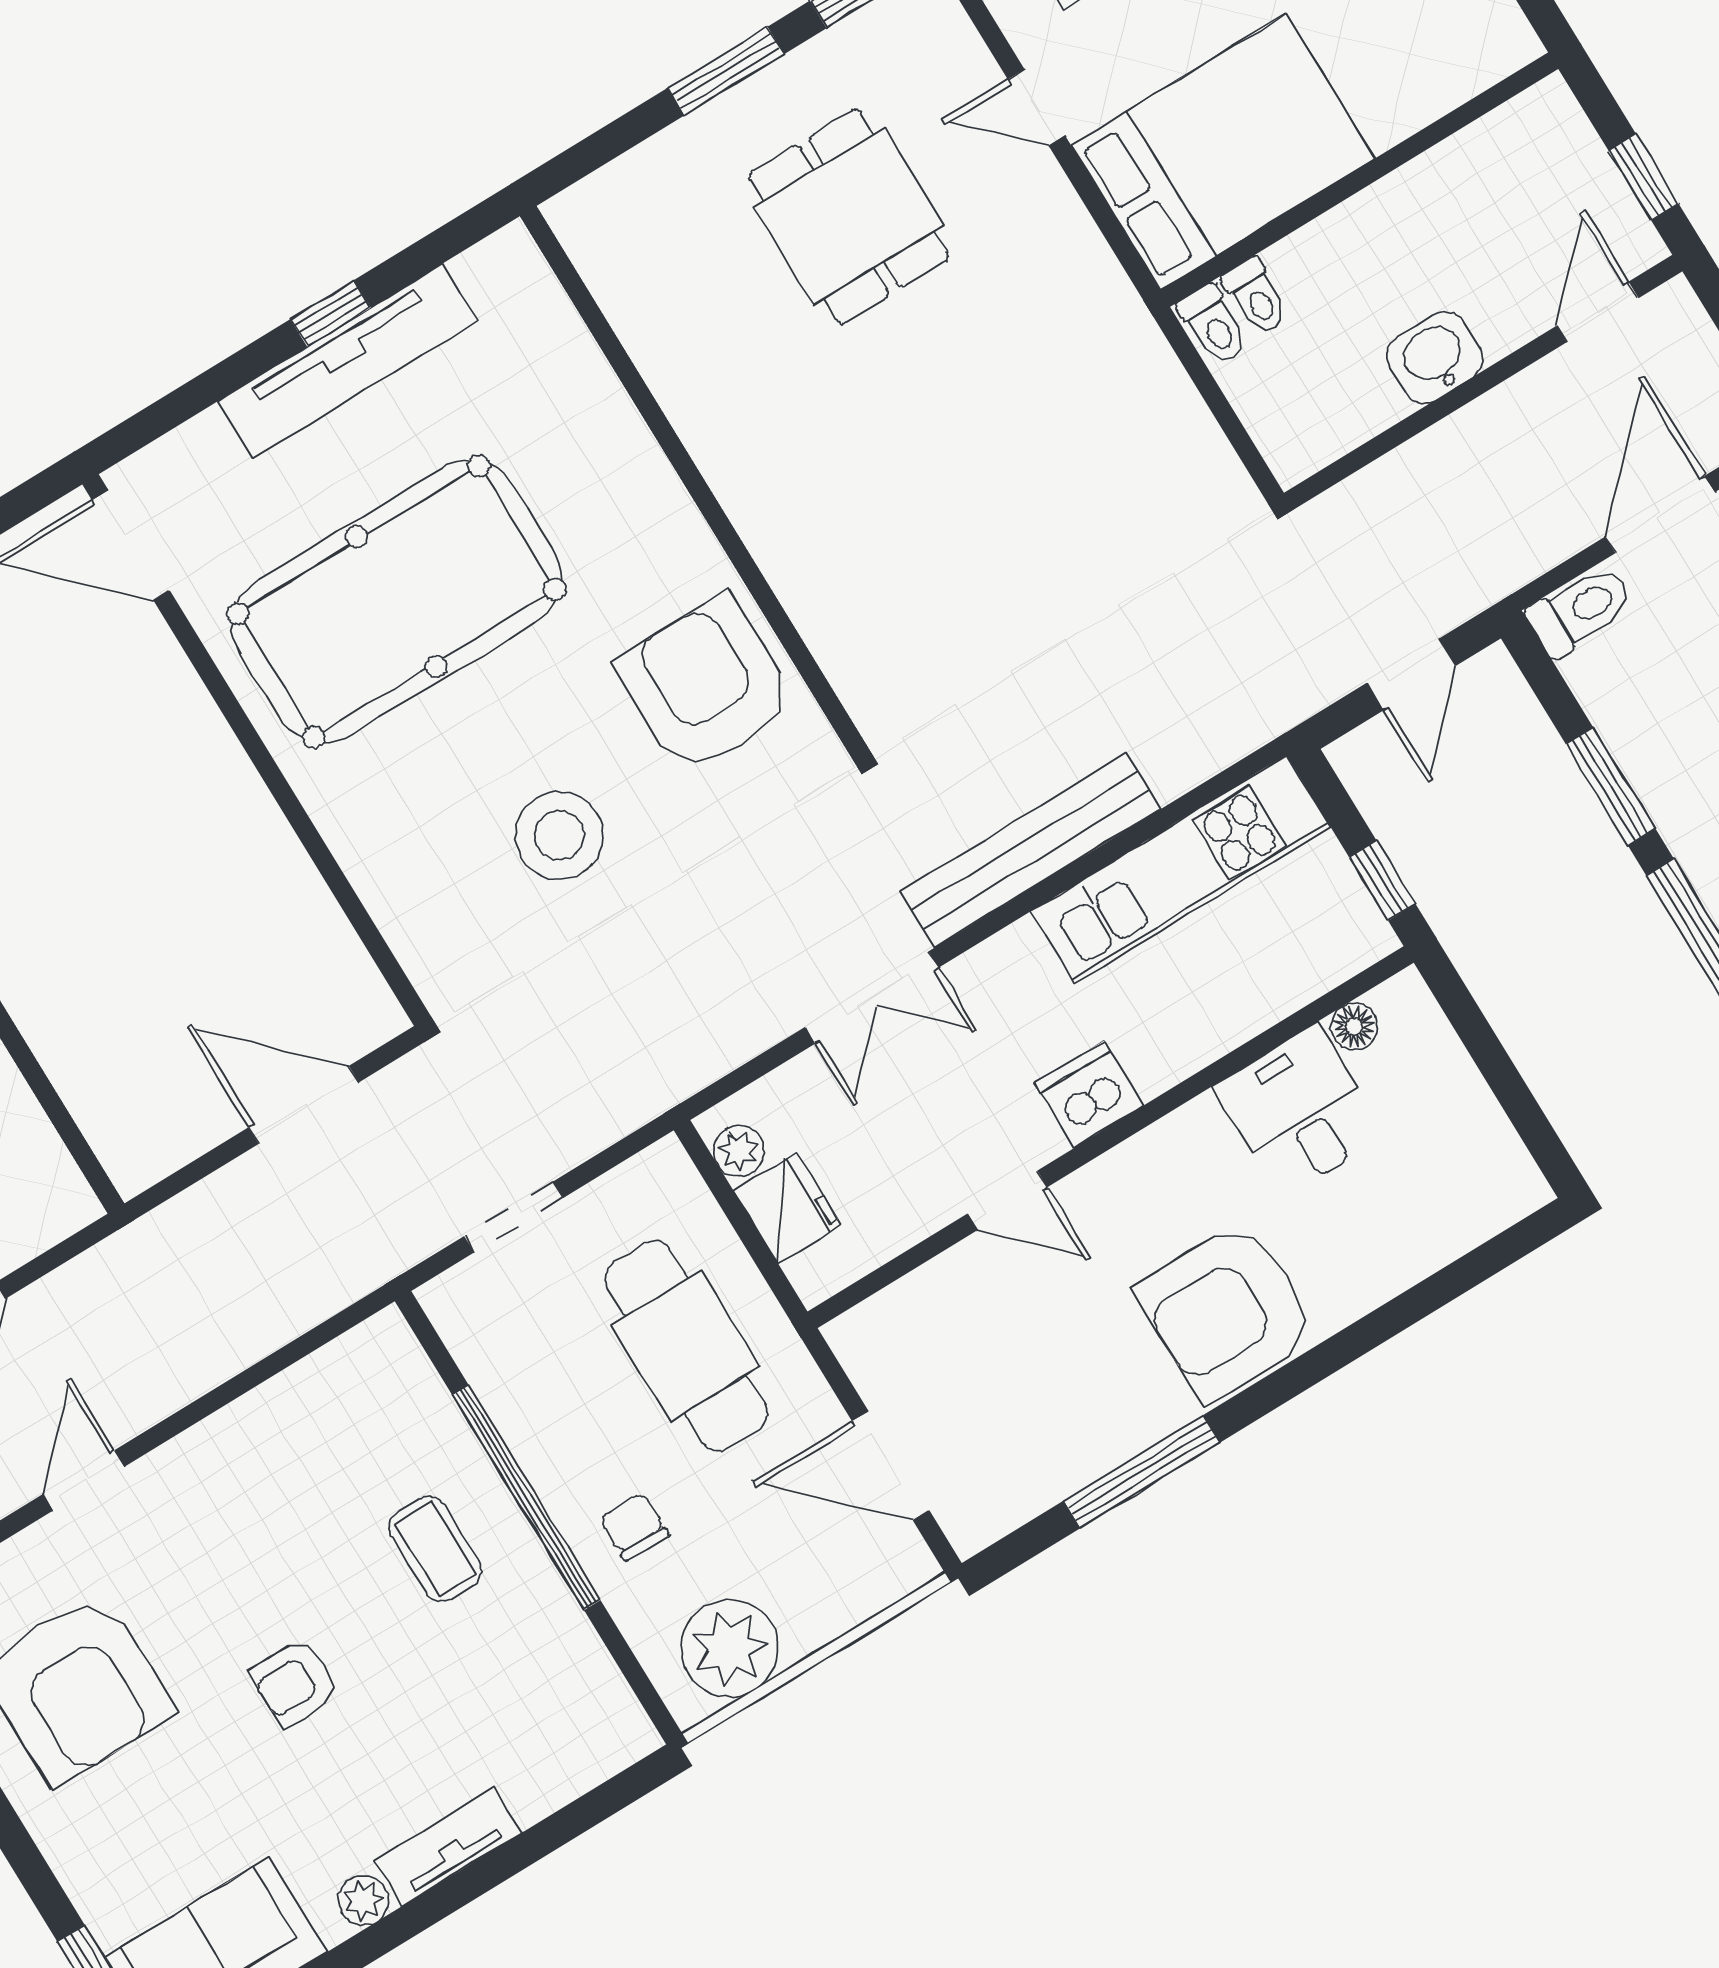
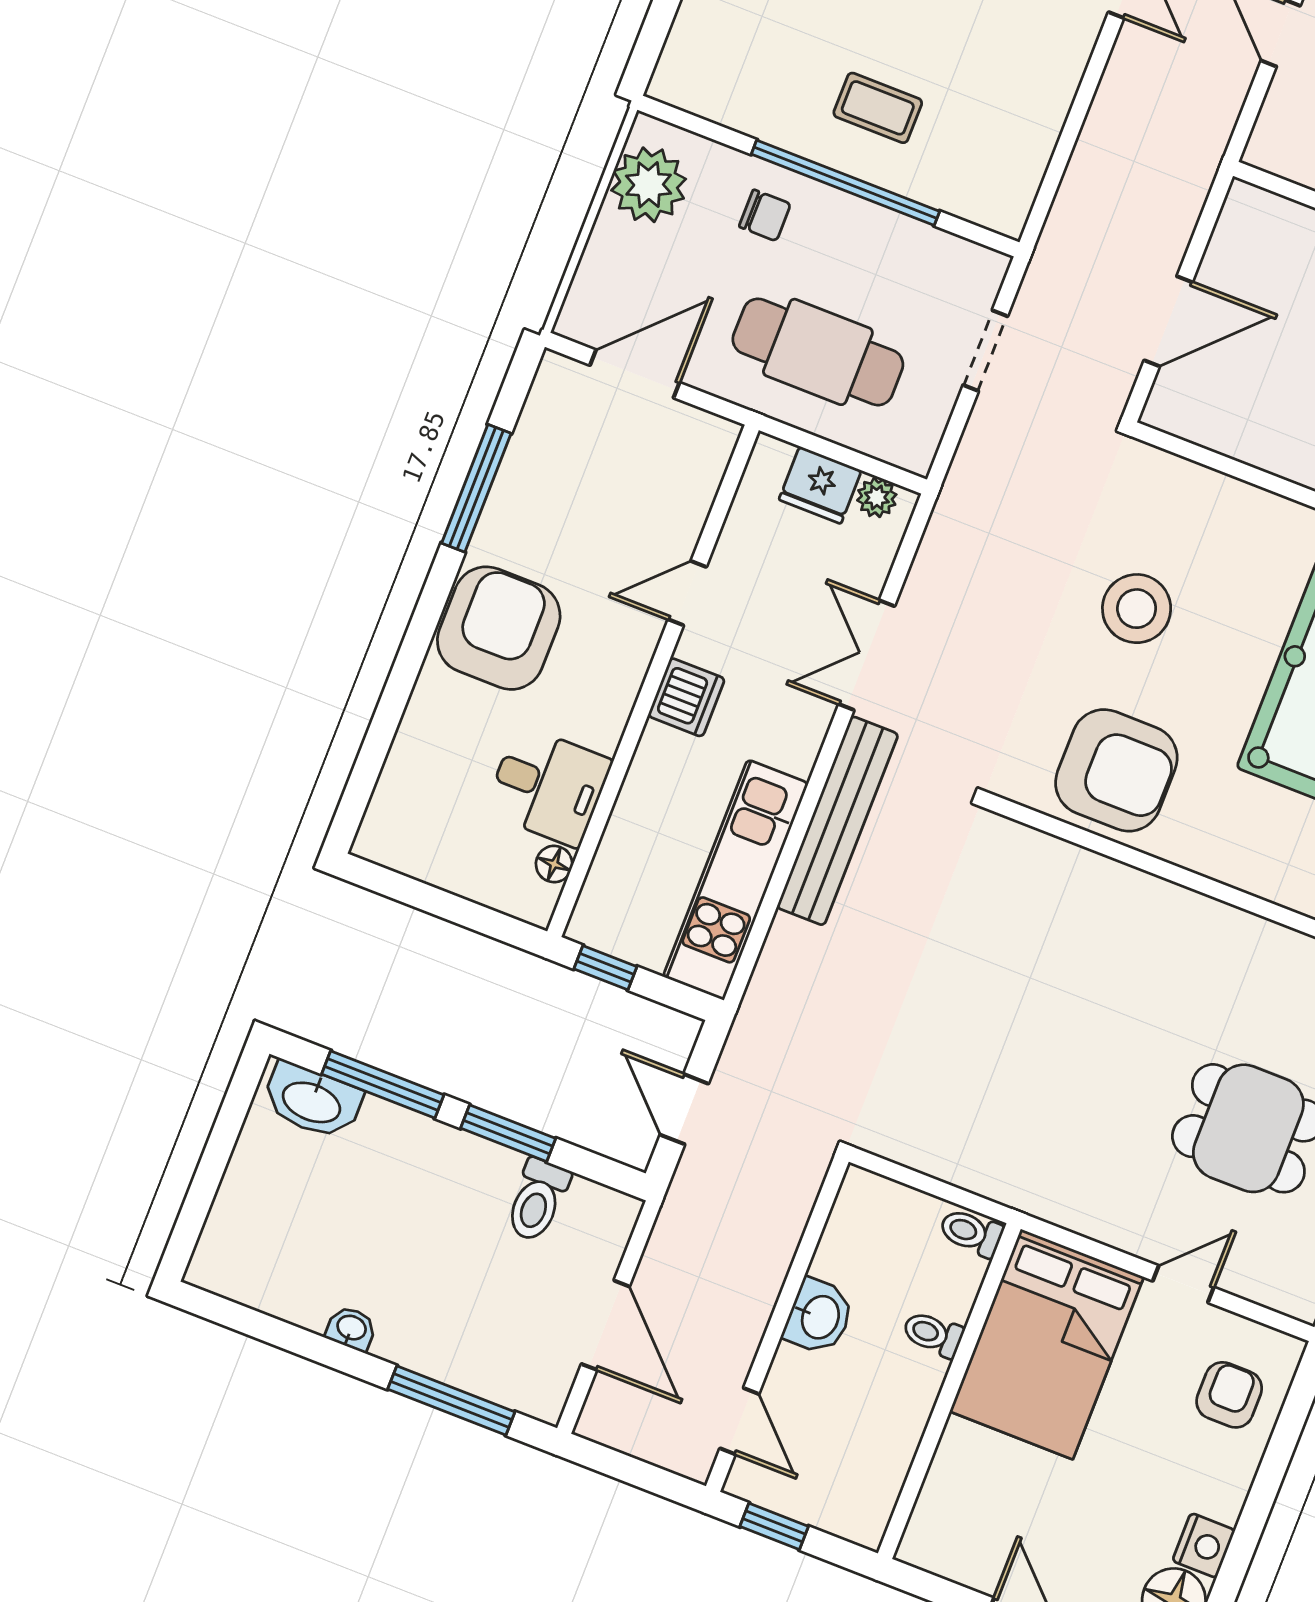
toilet: (1256, 297) -> (933, 1334), moved
toilet: (1580, 610) -> (537, 1200), moved

